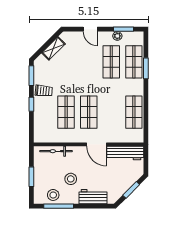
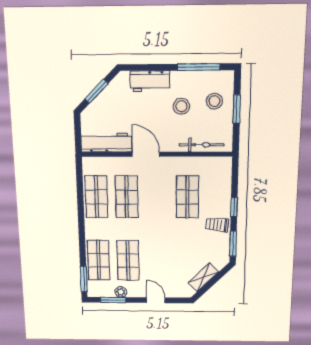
window: (146, 68) -> (84, 279), moved
shop shelf: (89, 112) -> (127, 197), moved
stool: (53, 195) -> (214, 101), moved

